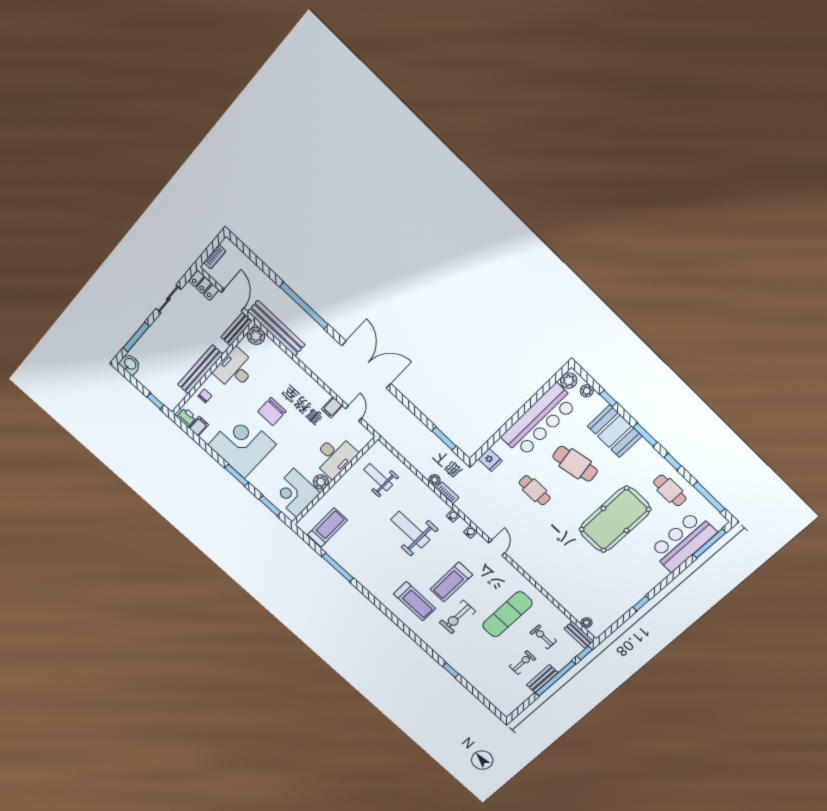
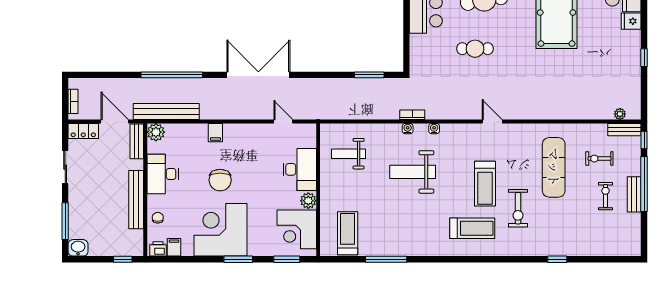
filing cabinet: (332, 407) -> (215, 133), moved
fridge: (490, 460) -> (631, 21), moved, turned 180
plant: (435, 480) -> (393, 114), removed
water cooler: (470, 532) -> (408, 129), moved

